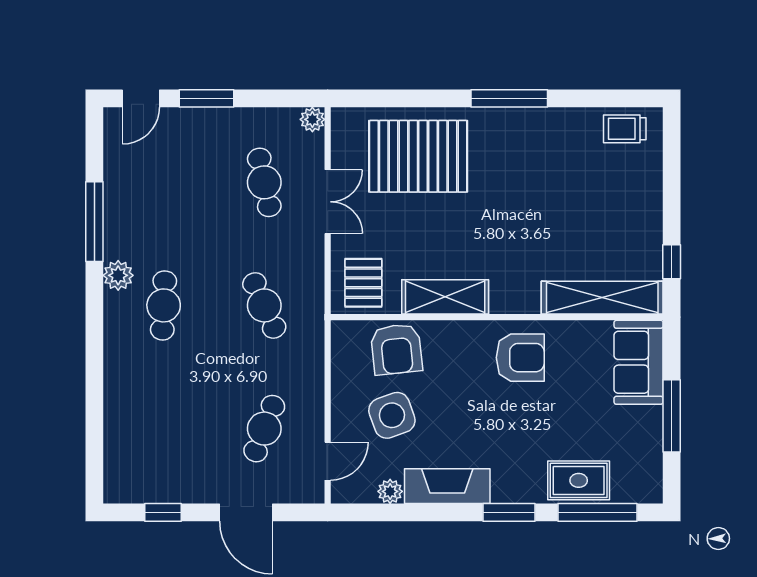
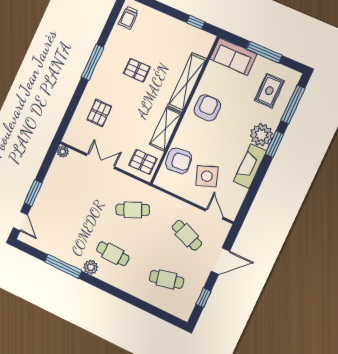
pallet: (418, 156) -> (99, 113), width x0.49, depth x0.50
cafe table: (264, 182) -> (166, 280), moved
pallet: (532, 191) -> (137, 70), added
shelving: (602, 298) -> (187, 82), moved
rug: (579, 480) -> (269, 91), moved
plant: (390, 491) -> (261, 135), moved, width x1.88, depth x1.88

